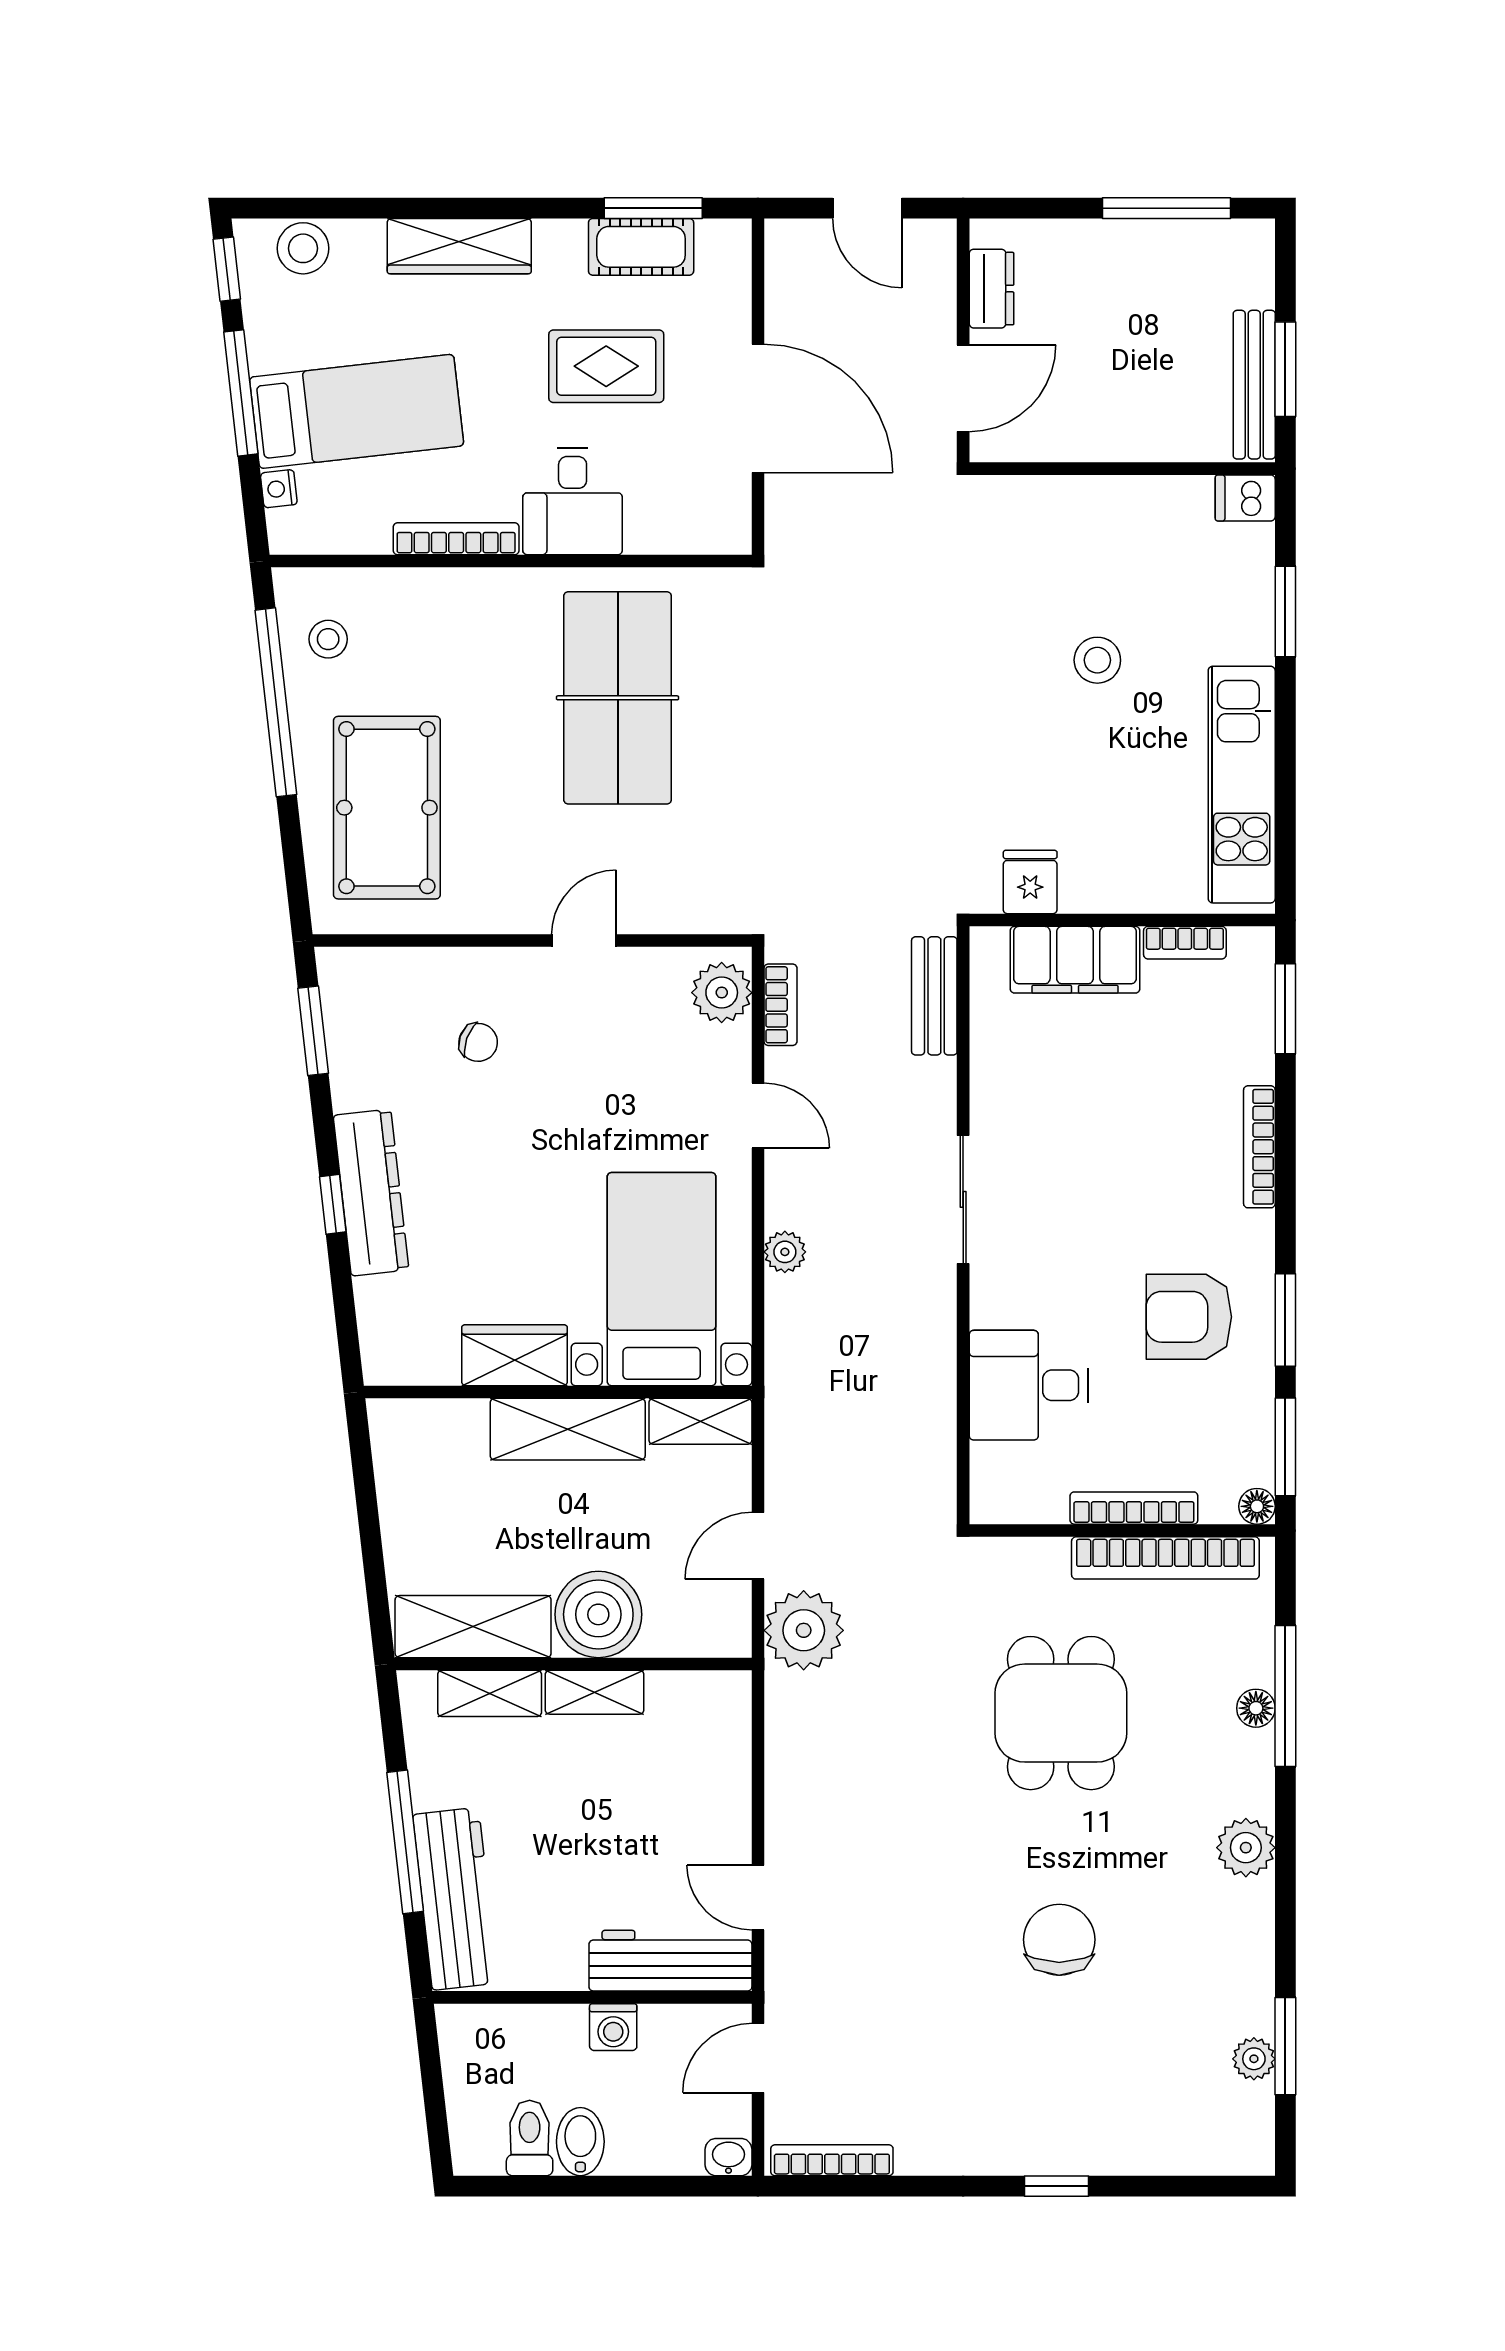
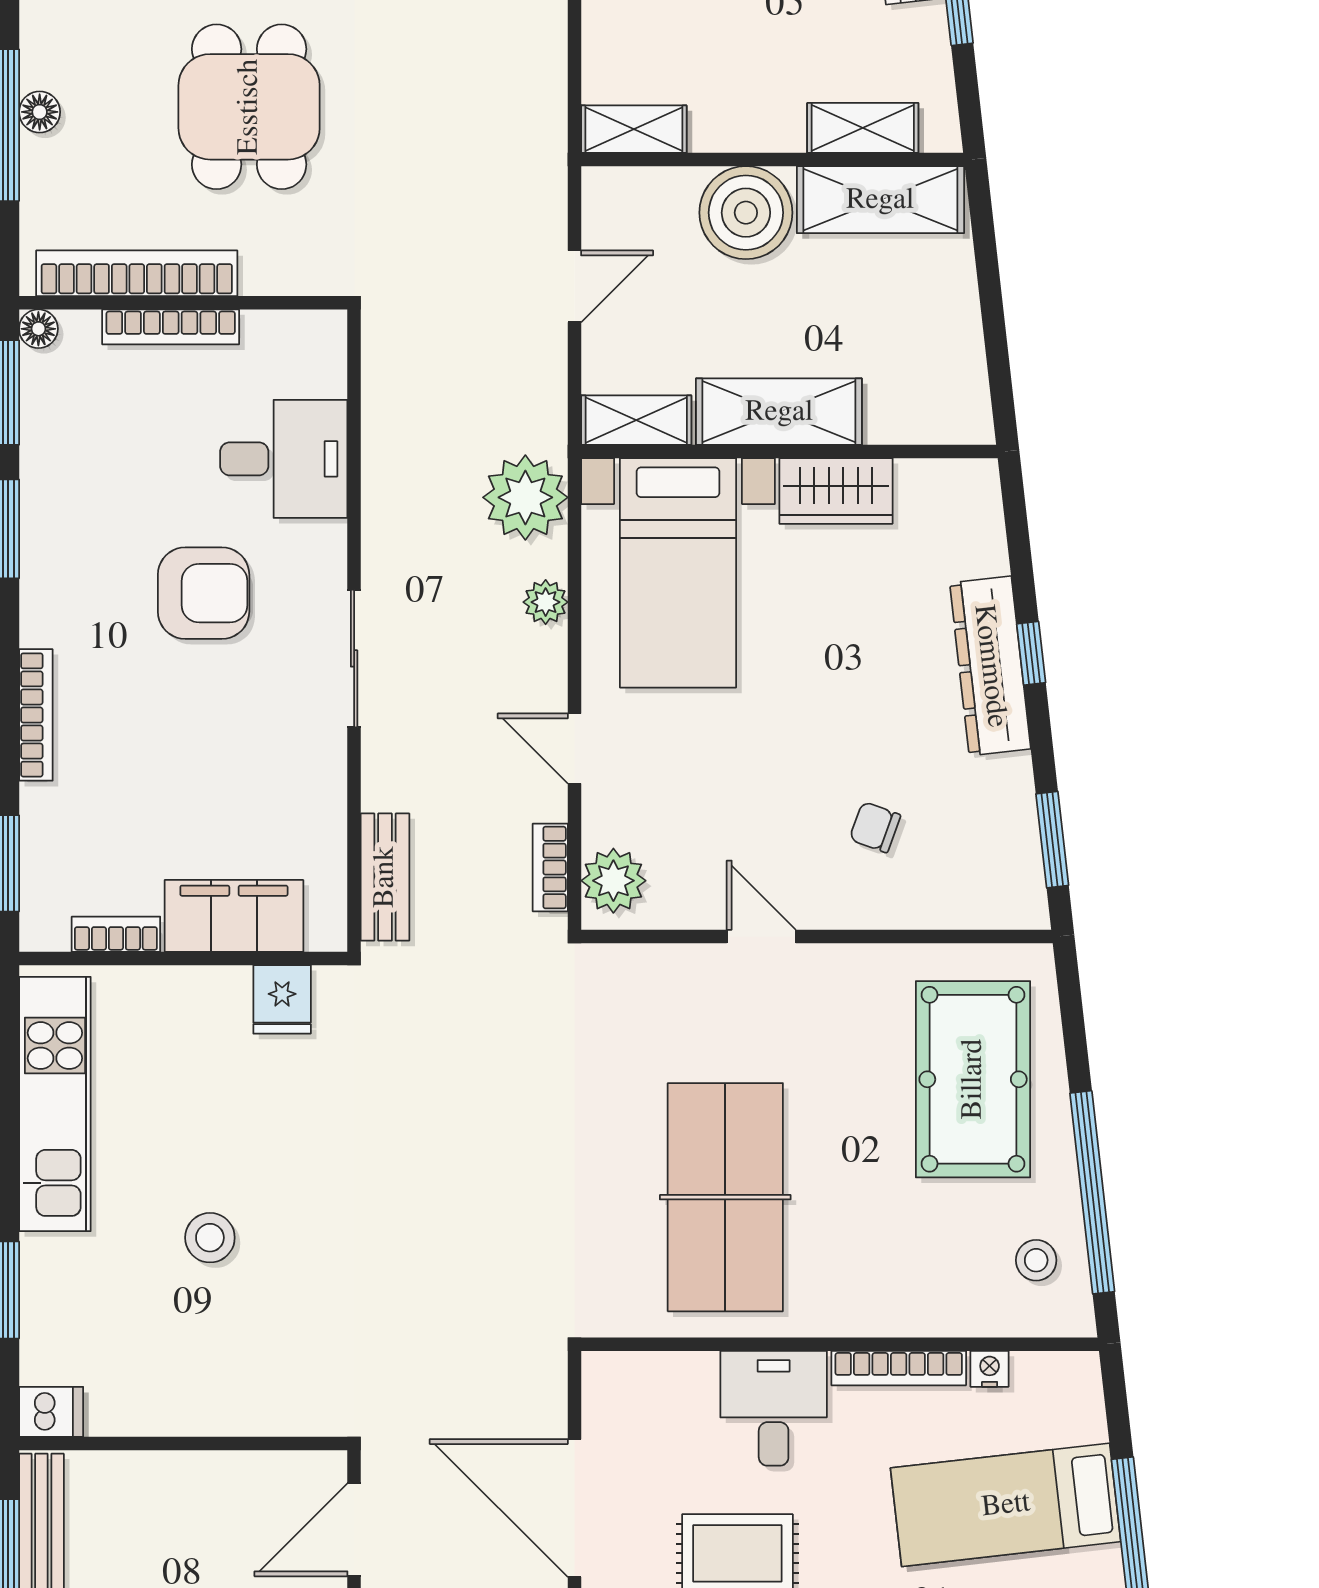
nightstand: (279, 489) -> (990, 1369), moved, turned -84
door: (584, 941) -> (761, 936), swing flipped
armchair: (1189, 1317) -> (204, 593), moved
plant: (804, 1630) -> (525, 497), moved
shelving: (595, 1692) -> (634, 129), moved

